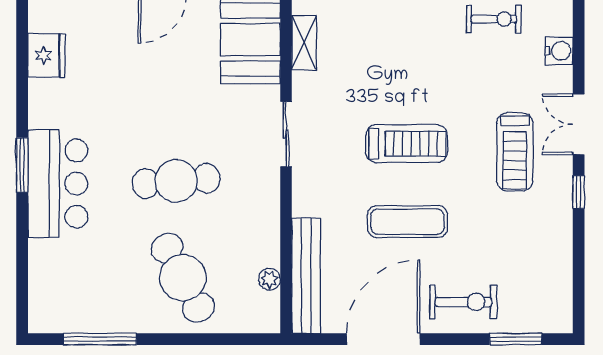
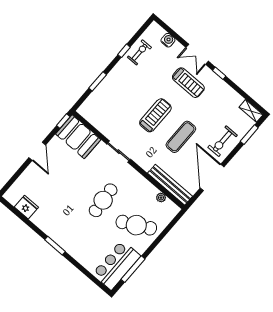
shelving: (304, 43) -> (251, 111), moved
bar counter: (58, 184) -> (116, 265), moved, turned -90
exercise bike: (463, 302) -> (222, 141), turned 180

